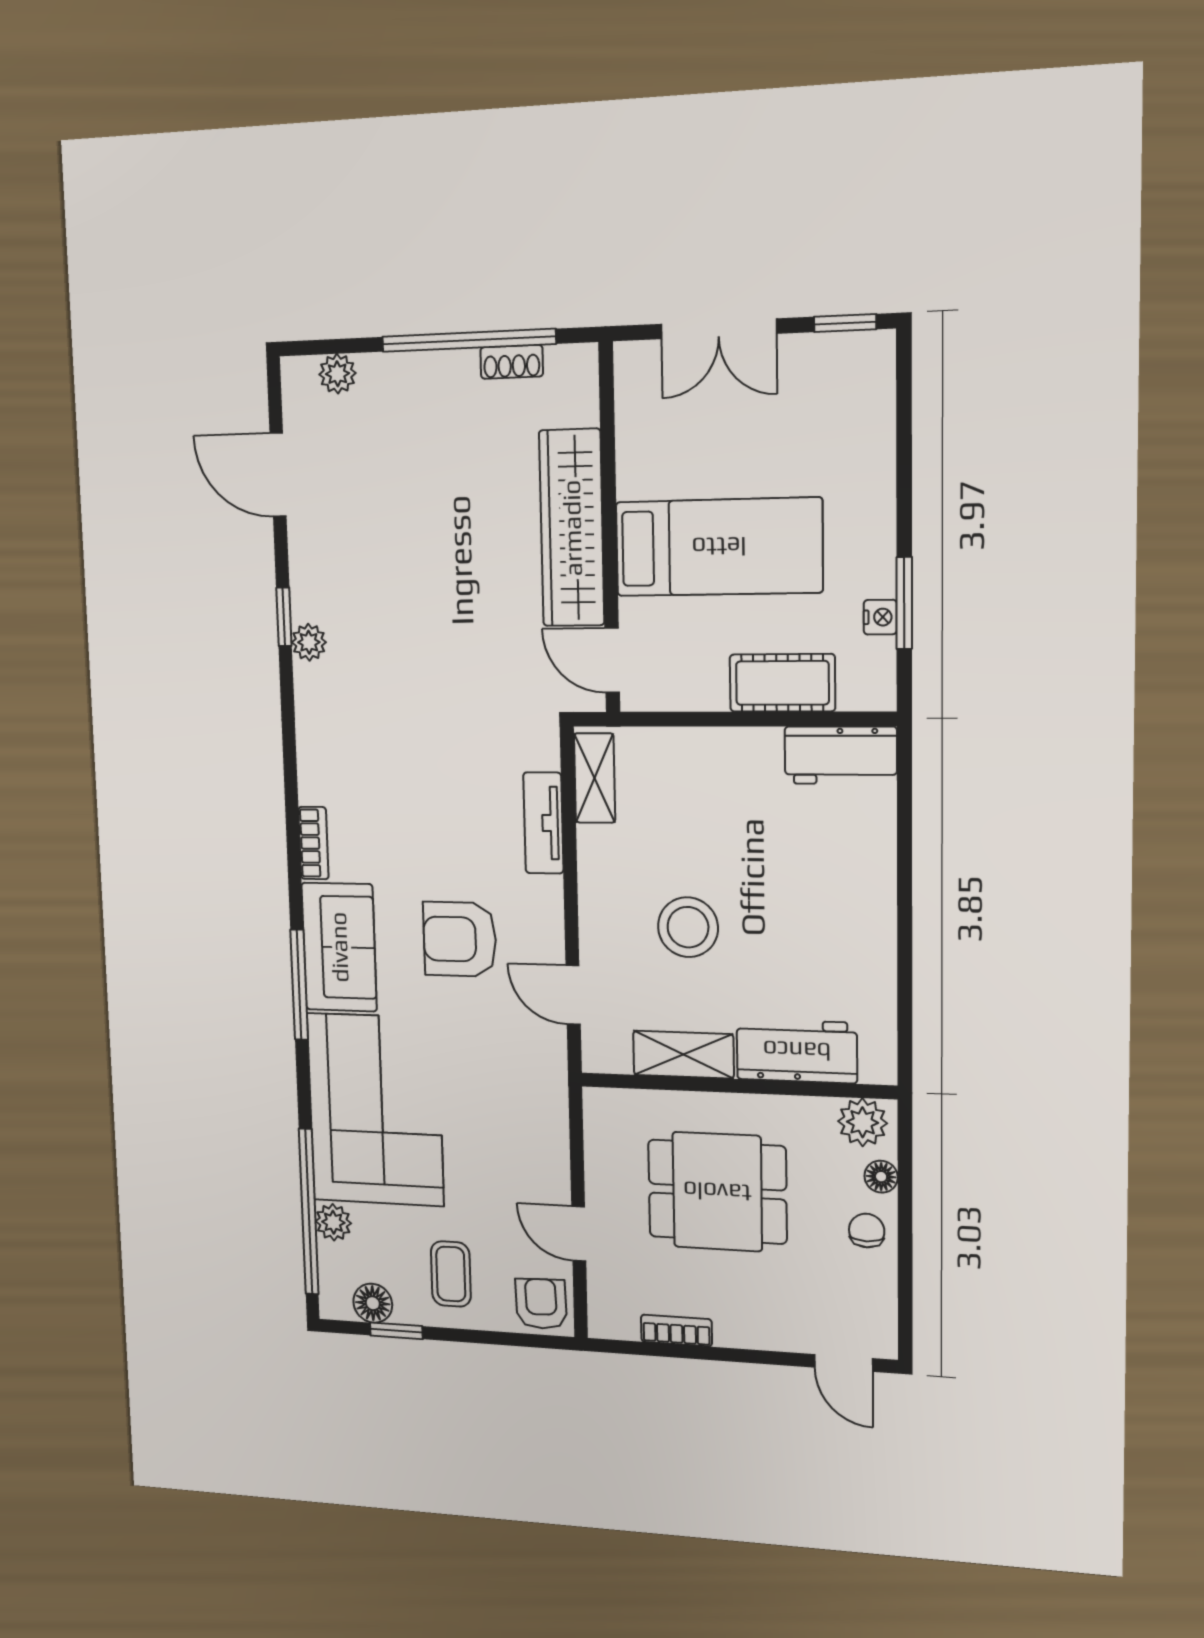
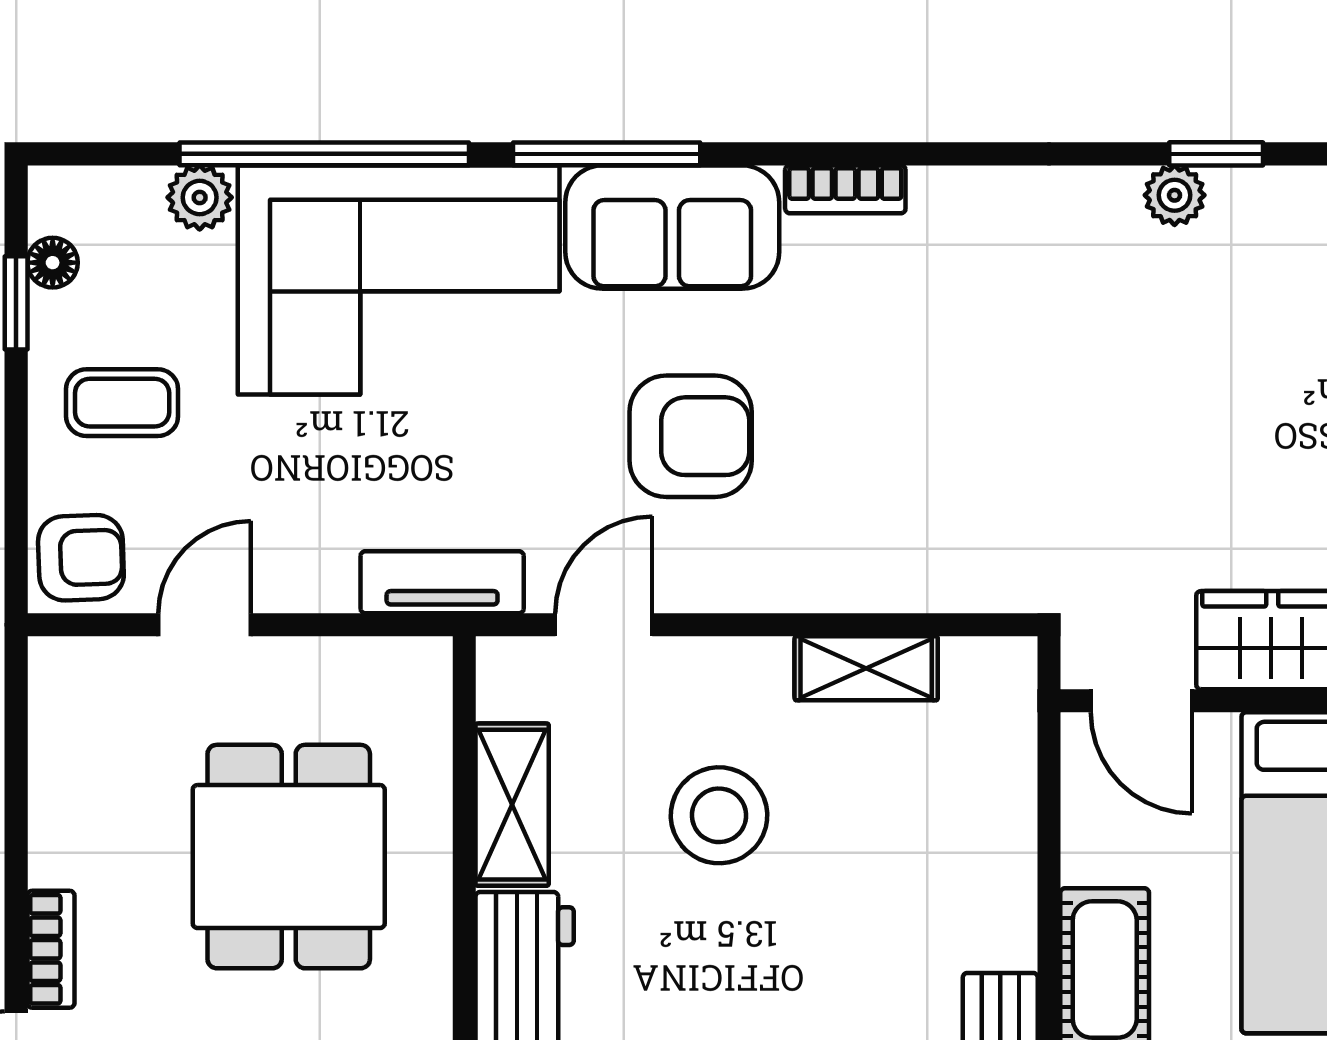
door: (612, 660) -> (1141, 701), swing flipped
shelving: (595, 778) -> (866, 668), moved
tv unit: (543, 823) -> (442, 582), moved
armchair: (460, 939) -> (691, 436), turned 90
window: (309, 1212) -> (324, 154), moved
floor lamp: (373, 1303) -> (53, 263), width x0.73, depth x0.73
bookcase: (676, 1330) -> (51, 949), moved

